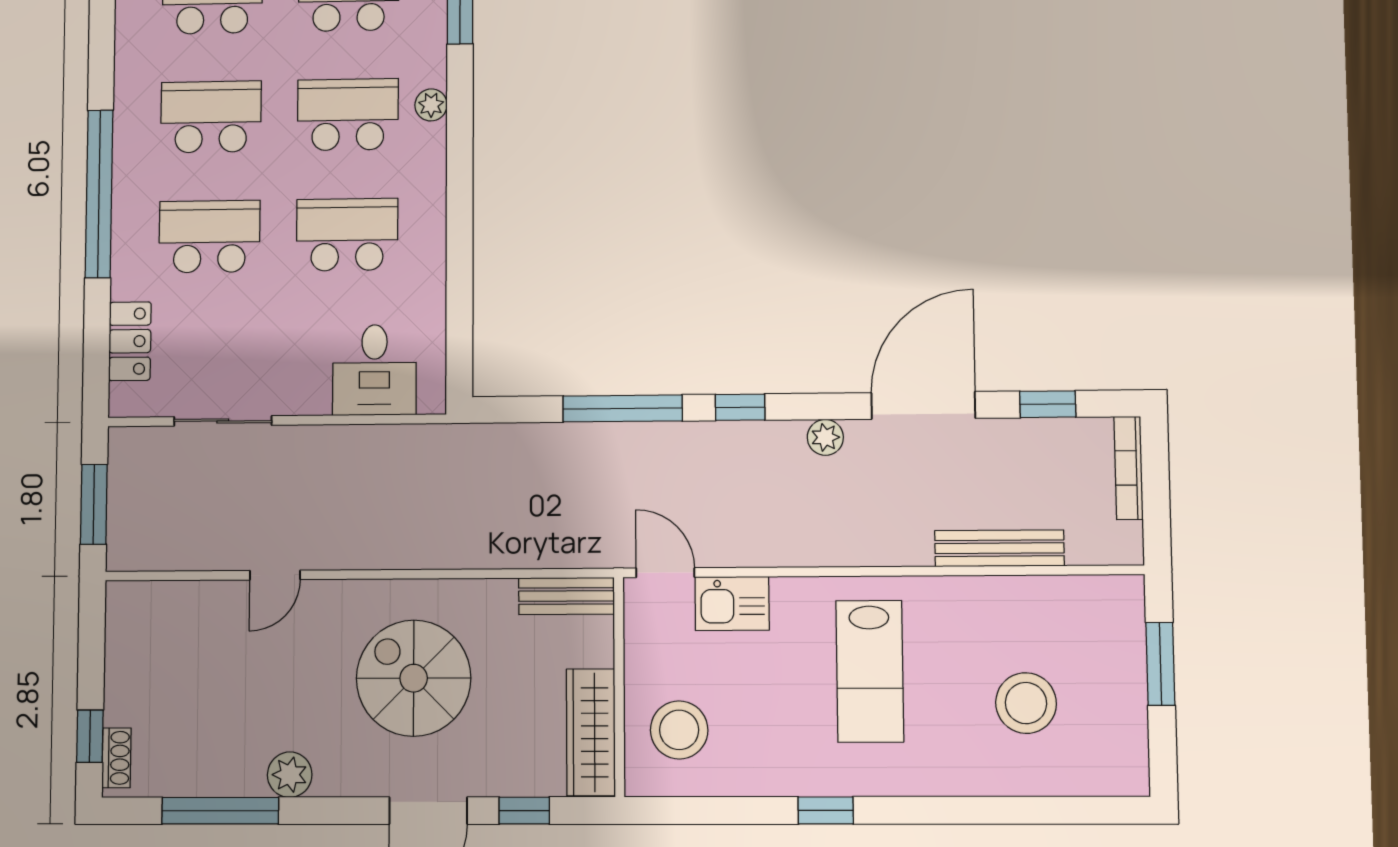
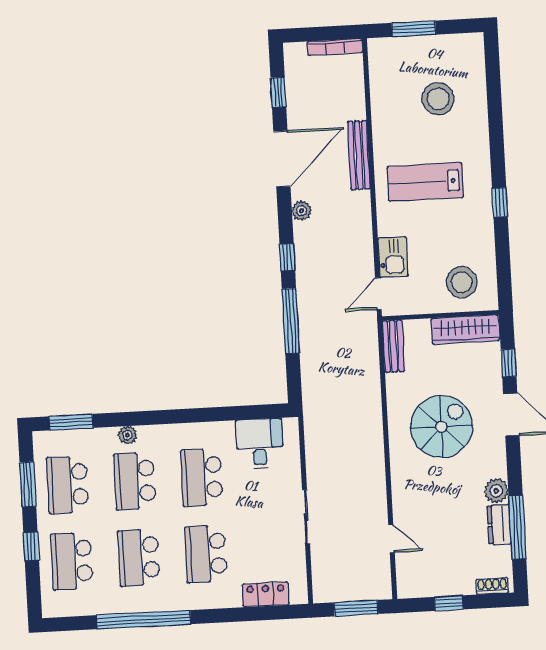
window: (99, 194) -> (144, 620), moved
desk: (374, 370) -> (259, 444), moved, turned -90
door: (923, 405) -> (282, 159), swing flipped
sliding door: (223, 421) -> (306, 517), moved
bookcase: (1129, 468) -> (335, 47), moved
bench: (999, 548) -> (359, 155), moved
door: (275, 575) -> (392, 539), moved
lab bench: (870, 671) -> (425, 182), turned 180
spiral stairs: (414, 678) -> (441, 427), turned 180
window: (90, 736) -> (449, 603), moved
dresser: (228, 777) -> (499, 525), added

